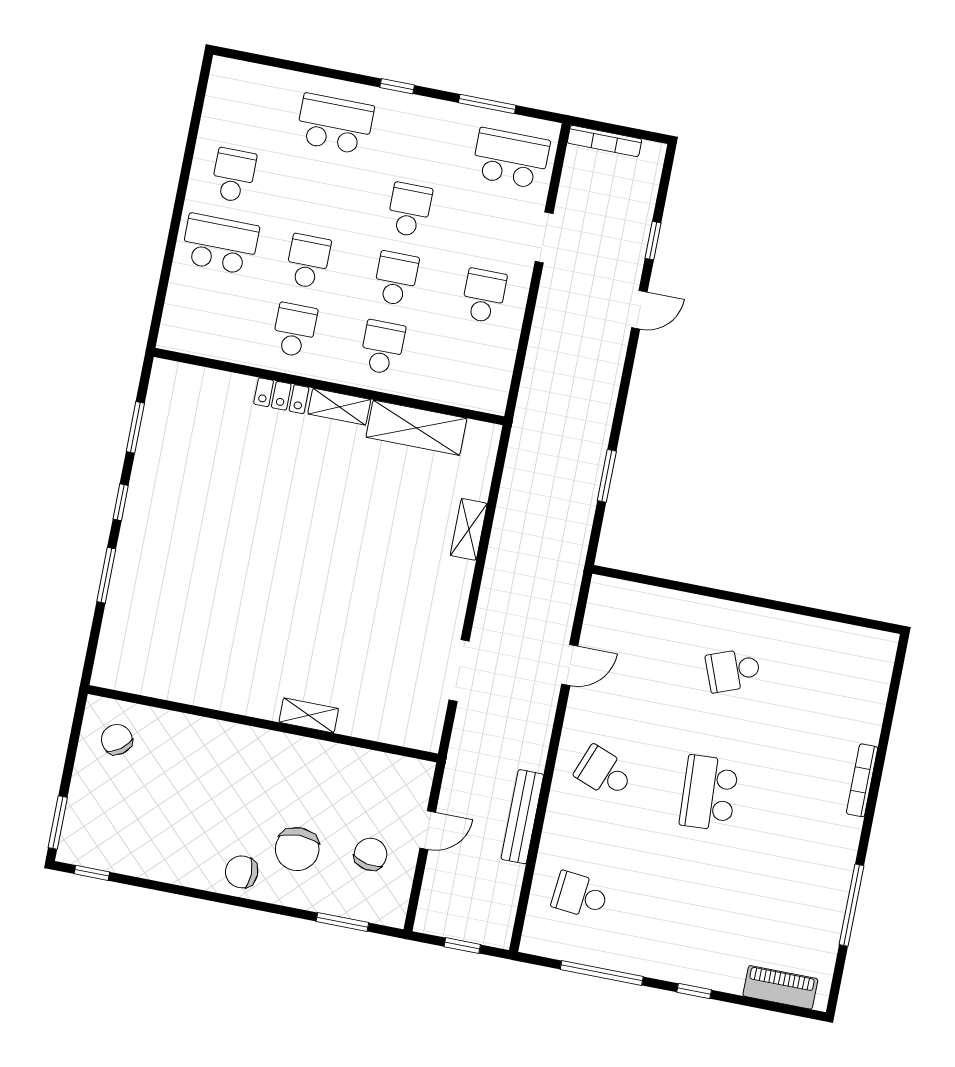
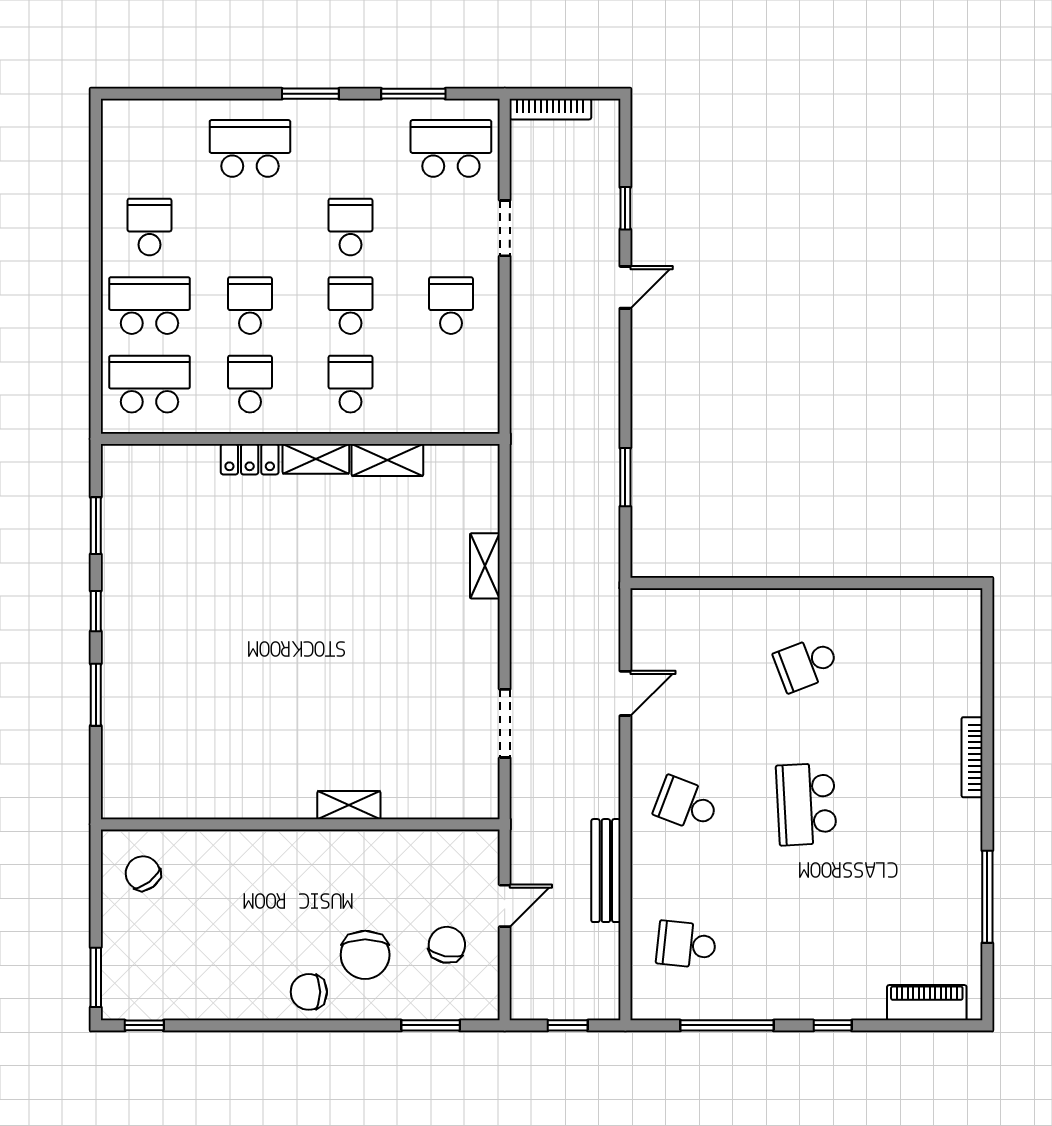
window: (397, 86) -> (310, 94), width x1.50
school desk: (207, 313) -> (149, 384), added
shelving: (416, 428) -> (387, 460), width x0.67, depth x0.75

